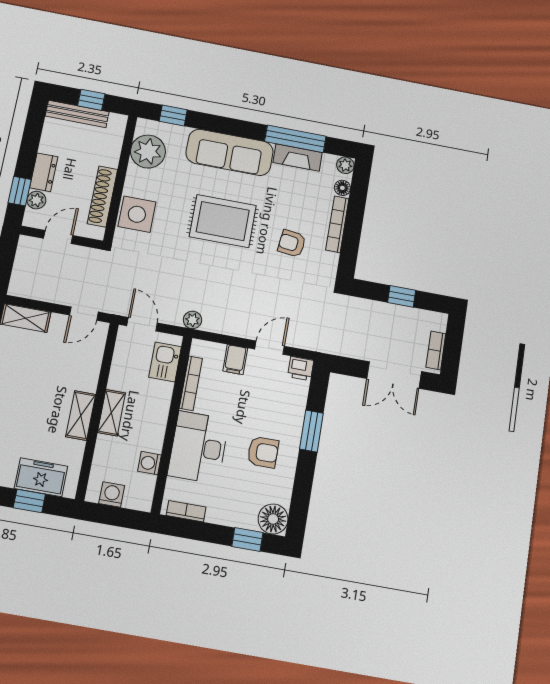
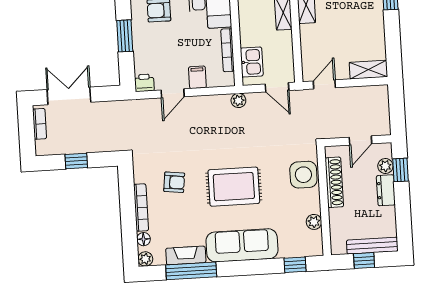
plant: (148, 151) -> (314, 222), width x0.53, depth x0.53

